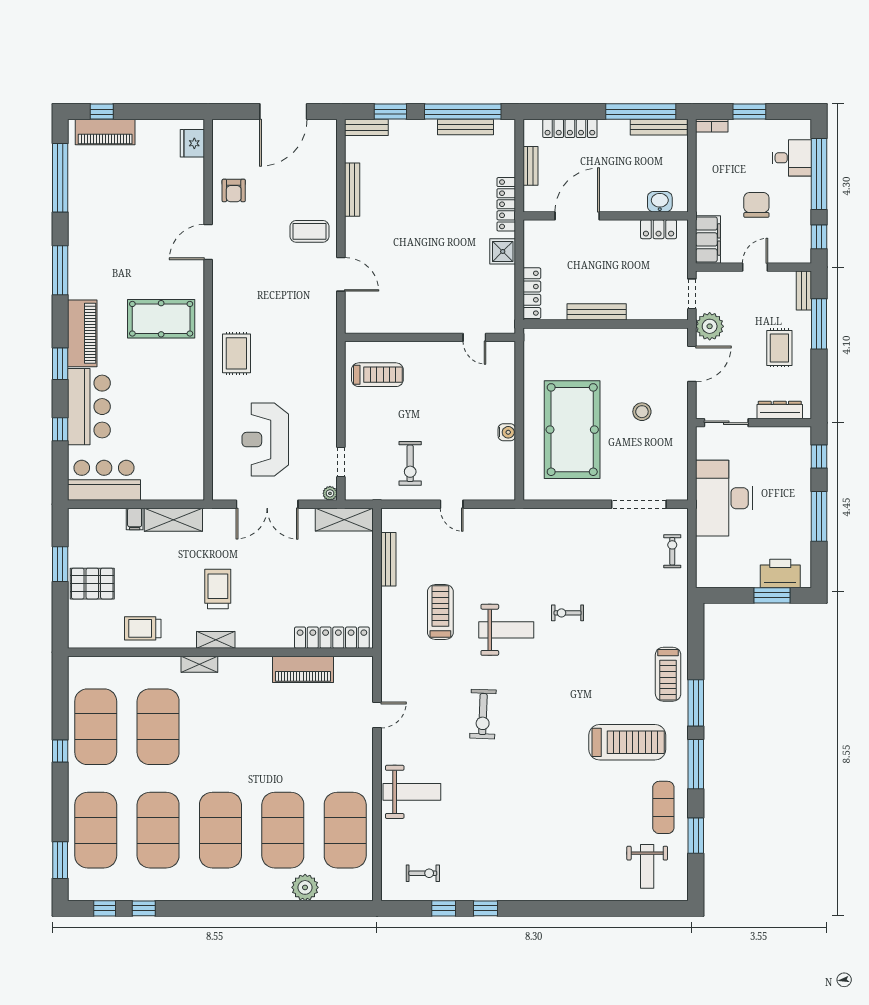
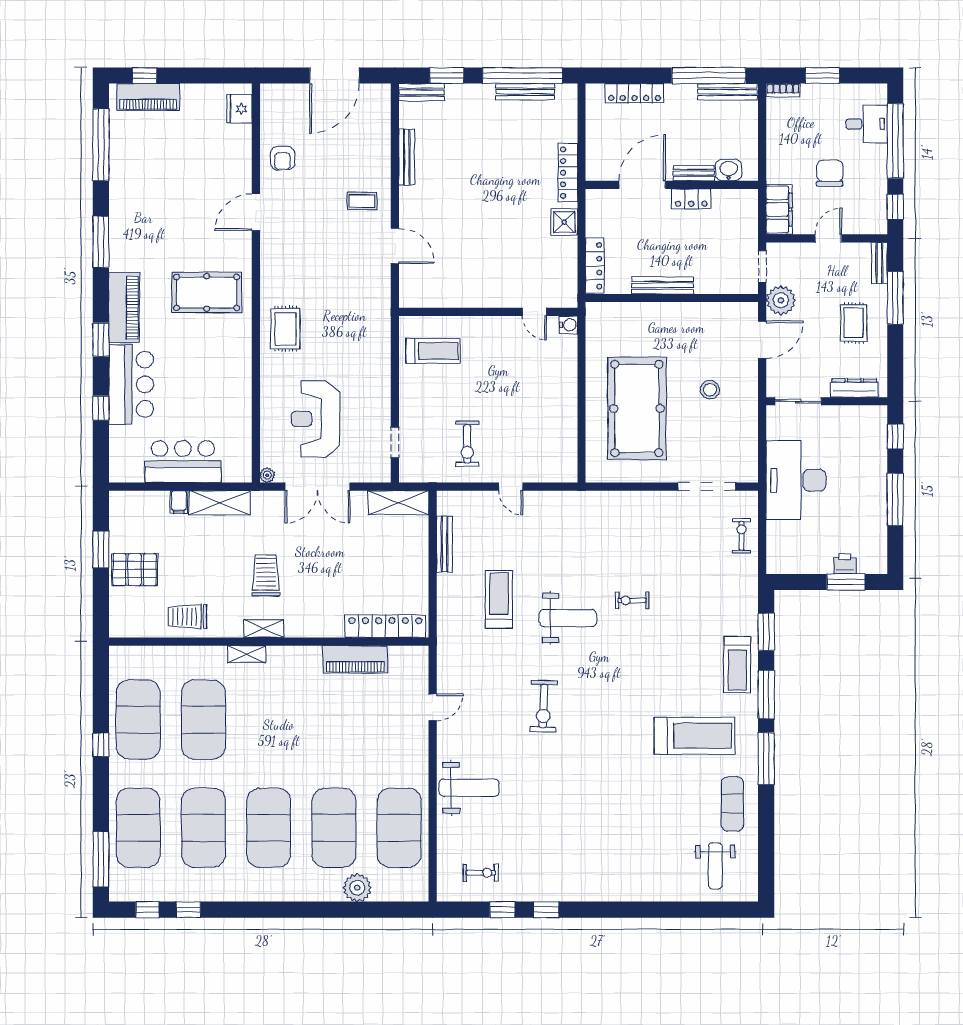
bench: (530, 166) -> (694, 173), moved, turned 90
locker: (659, 229) -> (691, 199), moved
coffee table: (309, 231) -> (362, 201), width x0.73, depth x0.77
water cooler: (507, 432) -> (568, 325), moved
bar counter: (104, 480) -> (183, 462), moved
plant: (330, 493) -> (267, 475), moved
printer: (780, 573) -> (845, 564), width x0.53, depth x0.68
window: (696, 836) -> (766, 632), moved
window: (60, 860) -> (101, 859), width x1.44

